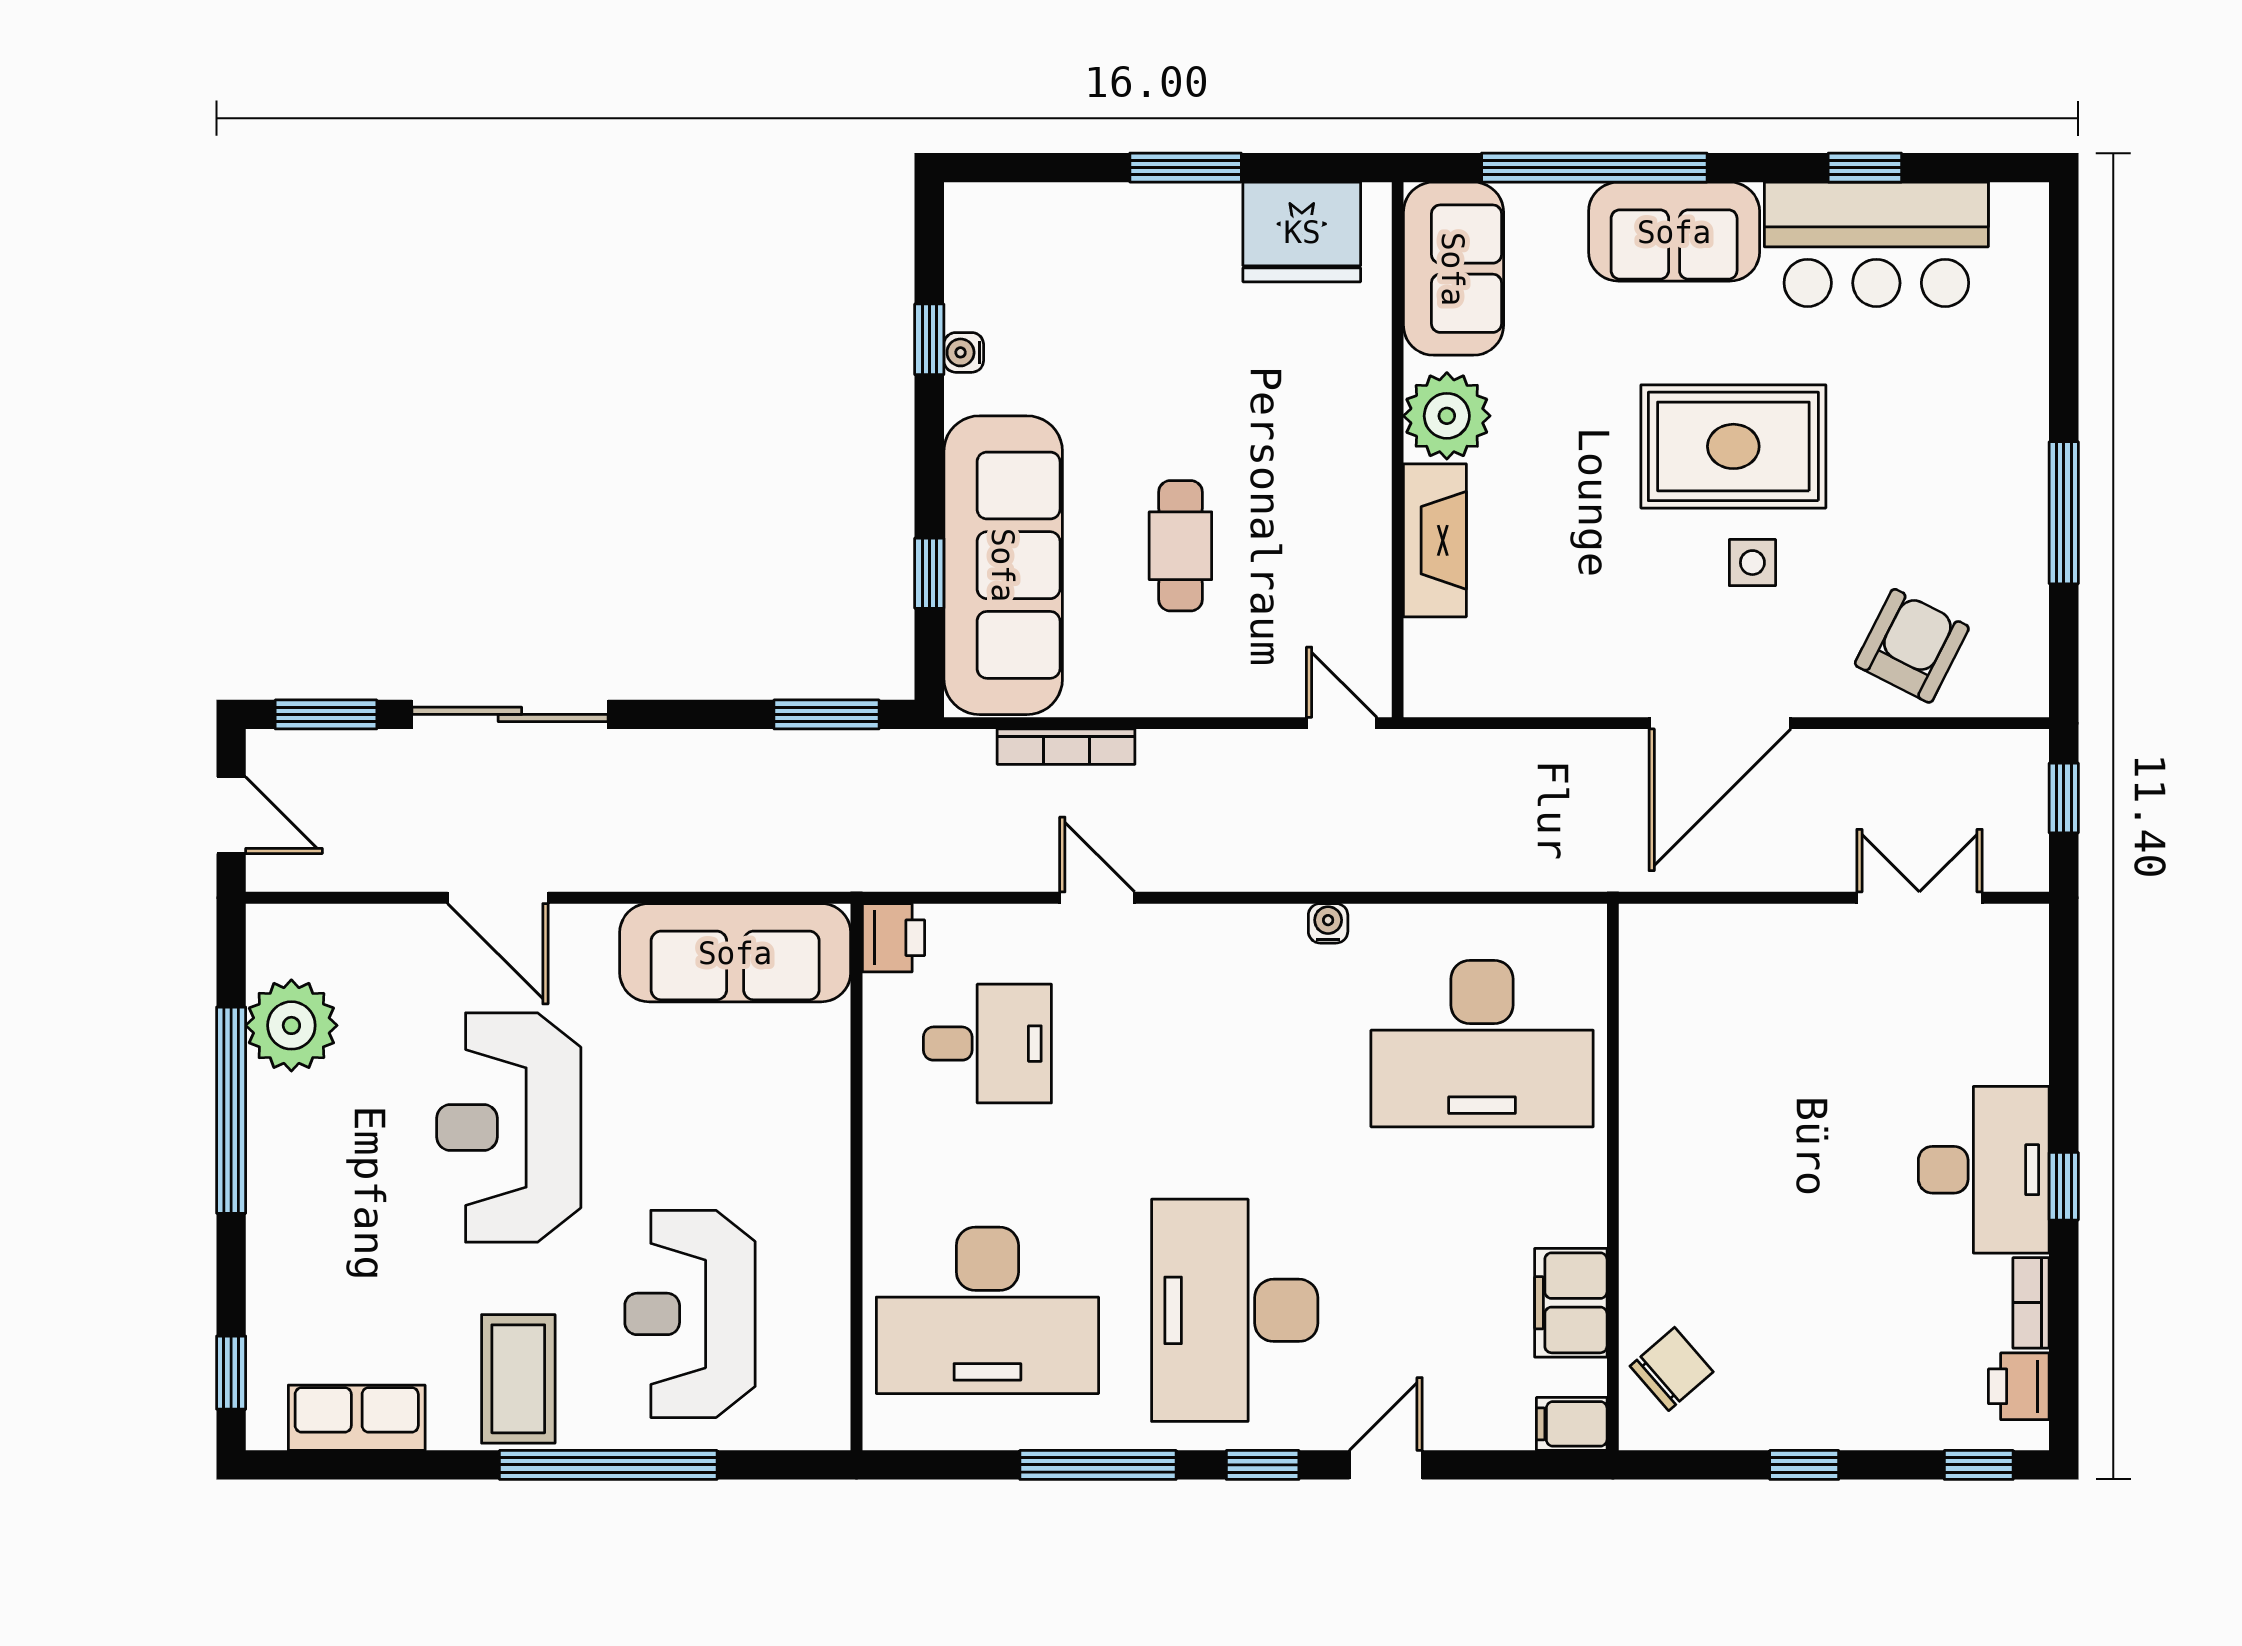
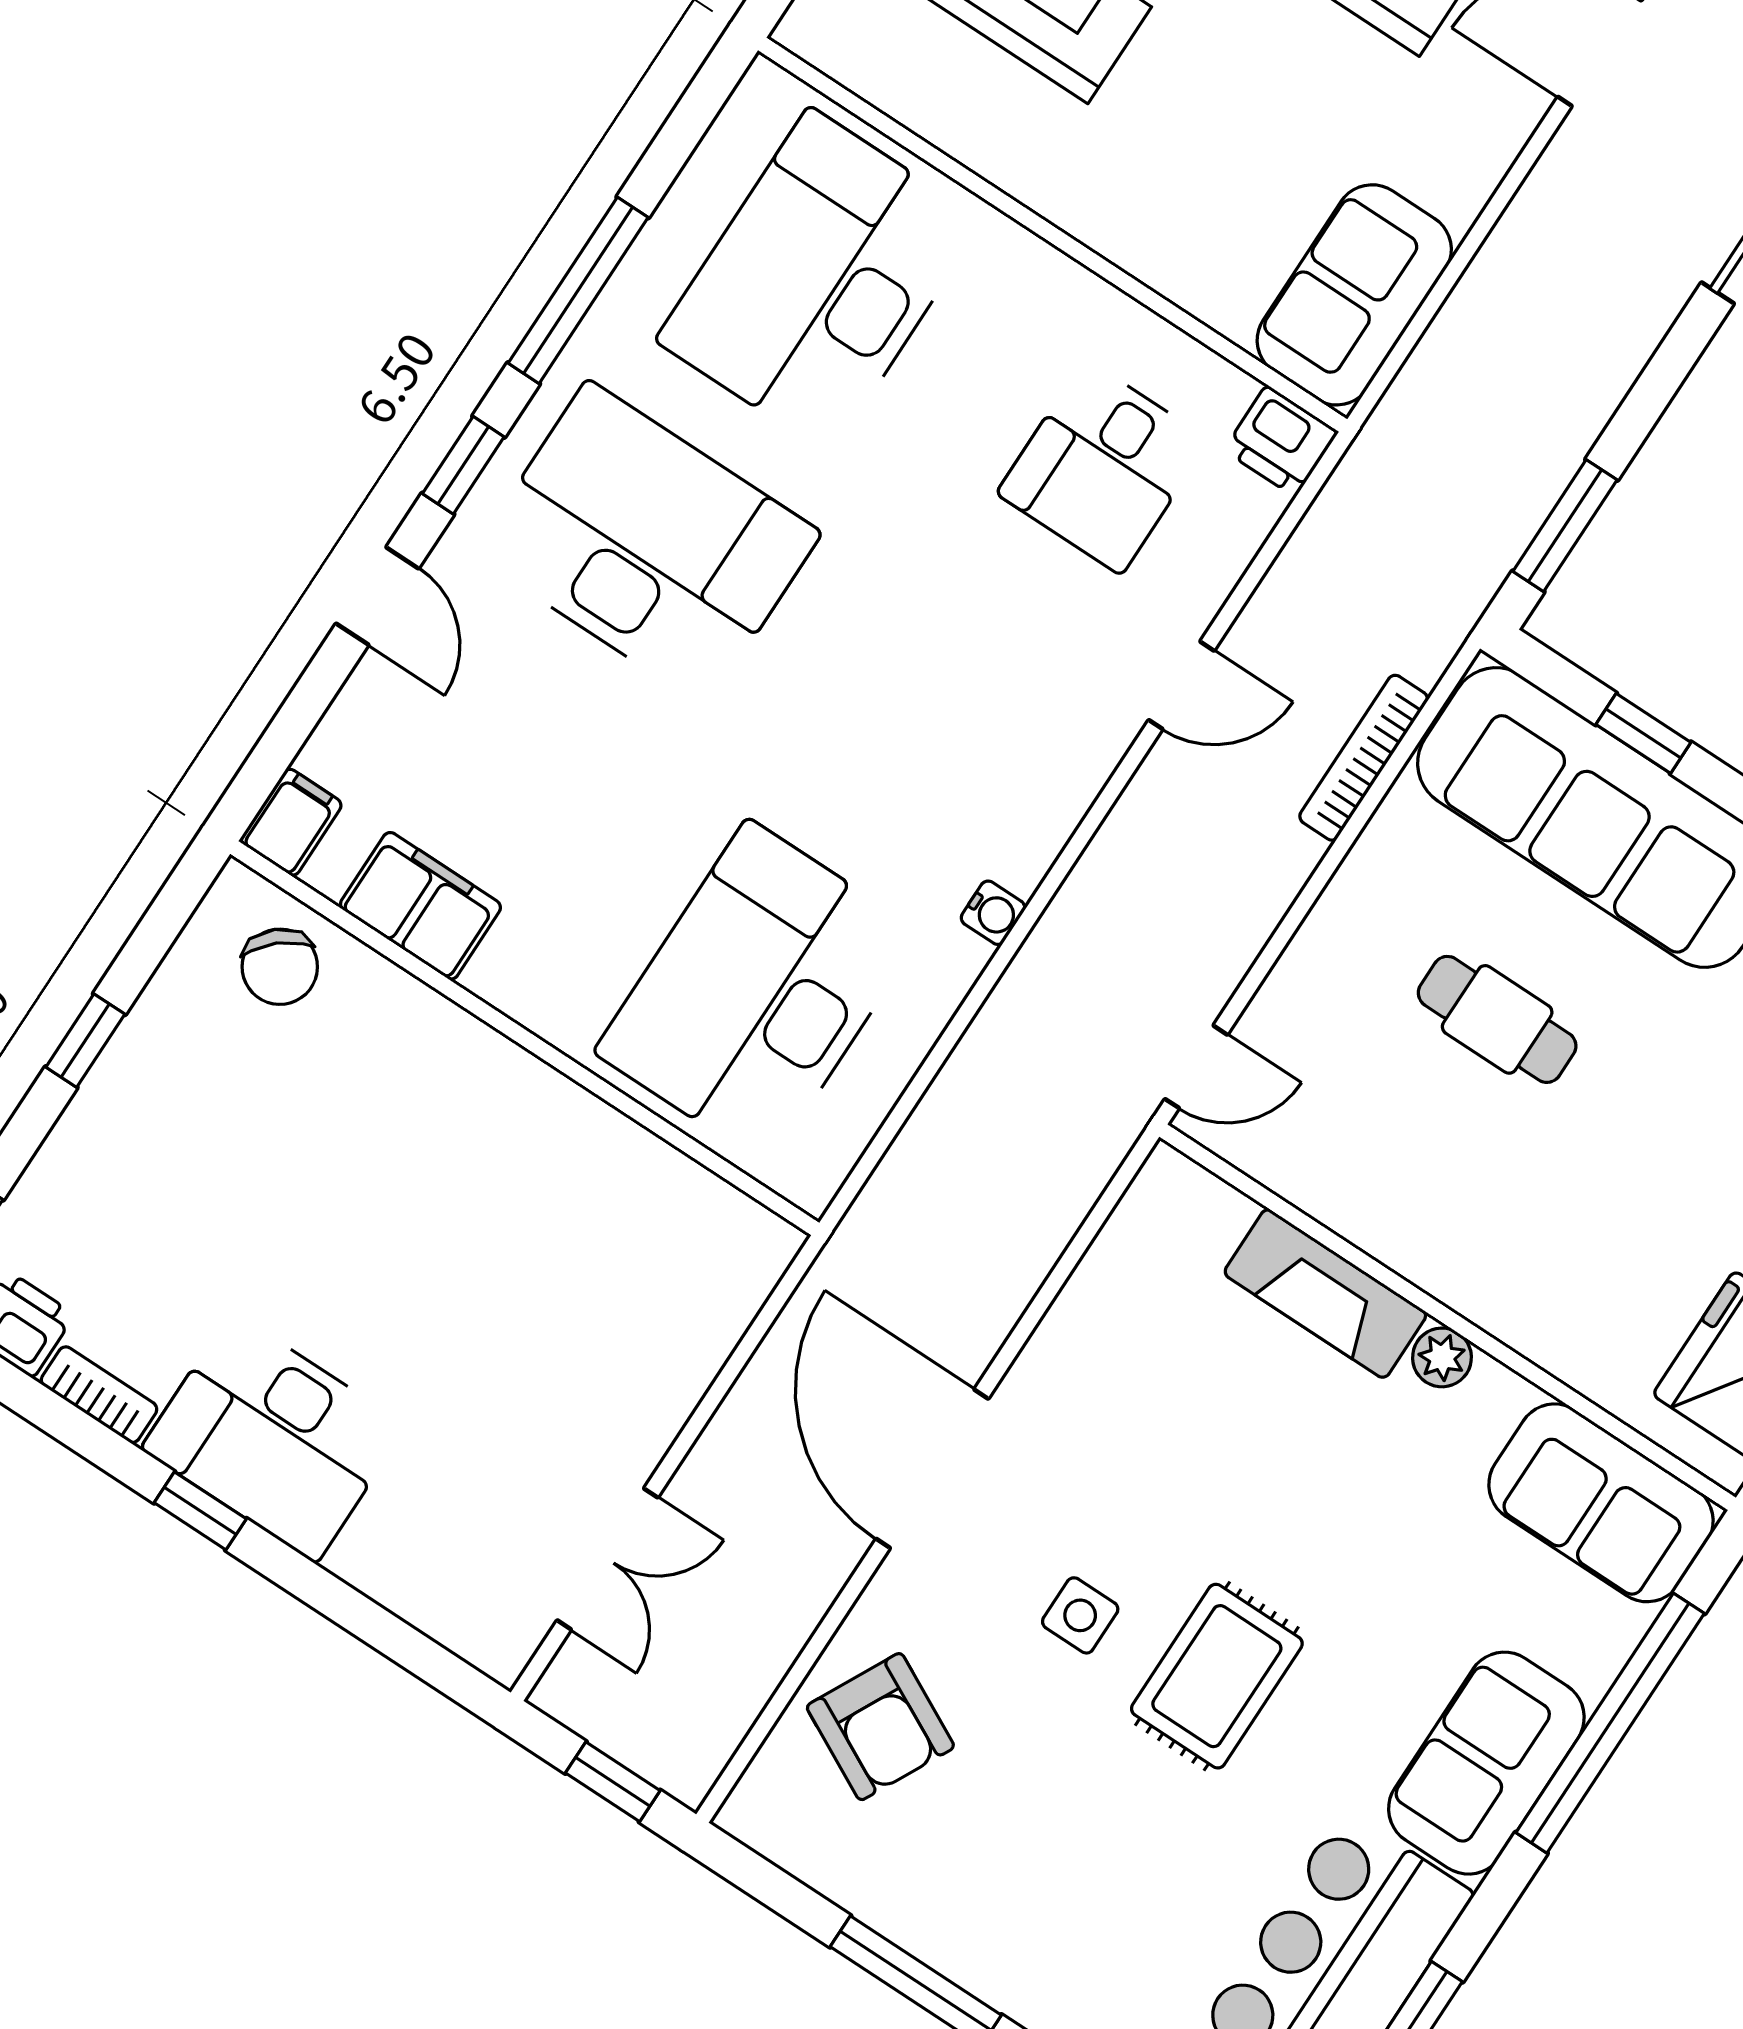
plant: (1447, 416) -> (1442, 1357), width x0.53, depth x0.53
rug: (1733, 446) -> (1217, 1676), width x0.73, depth x0.70
sofa: (735, 953) -> (1354, 295), width x0.73

